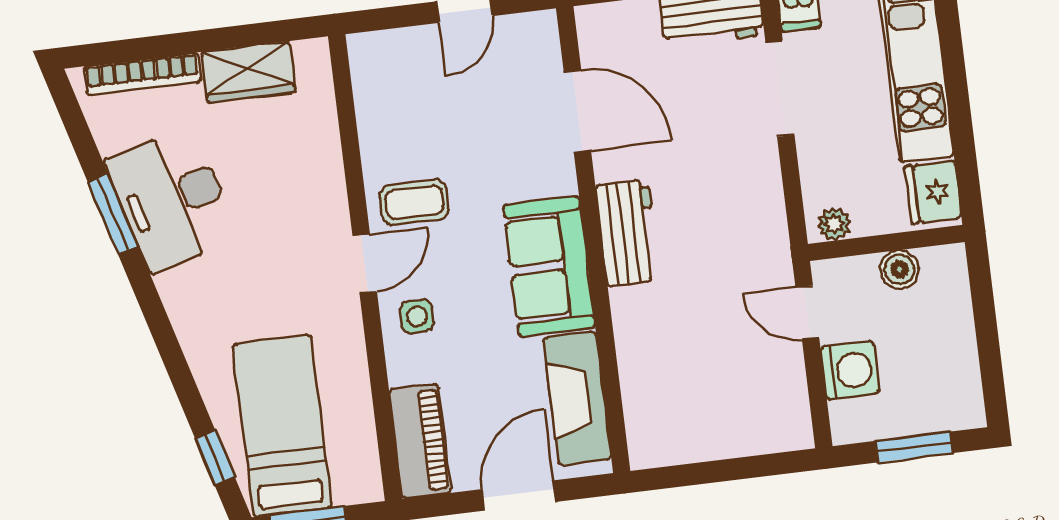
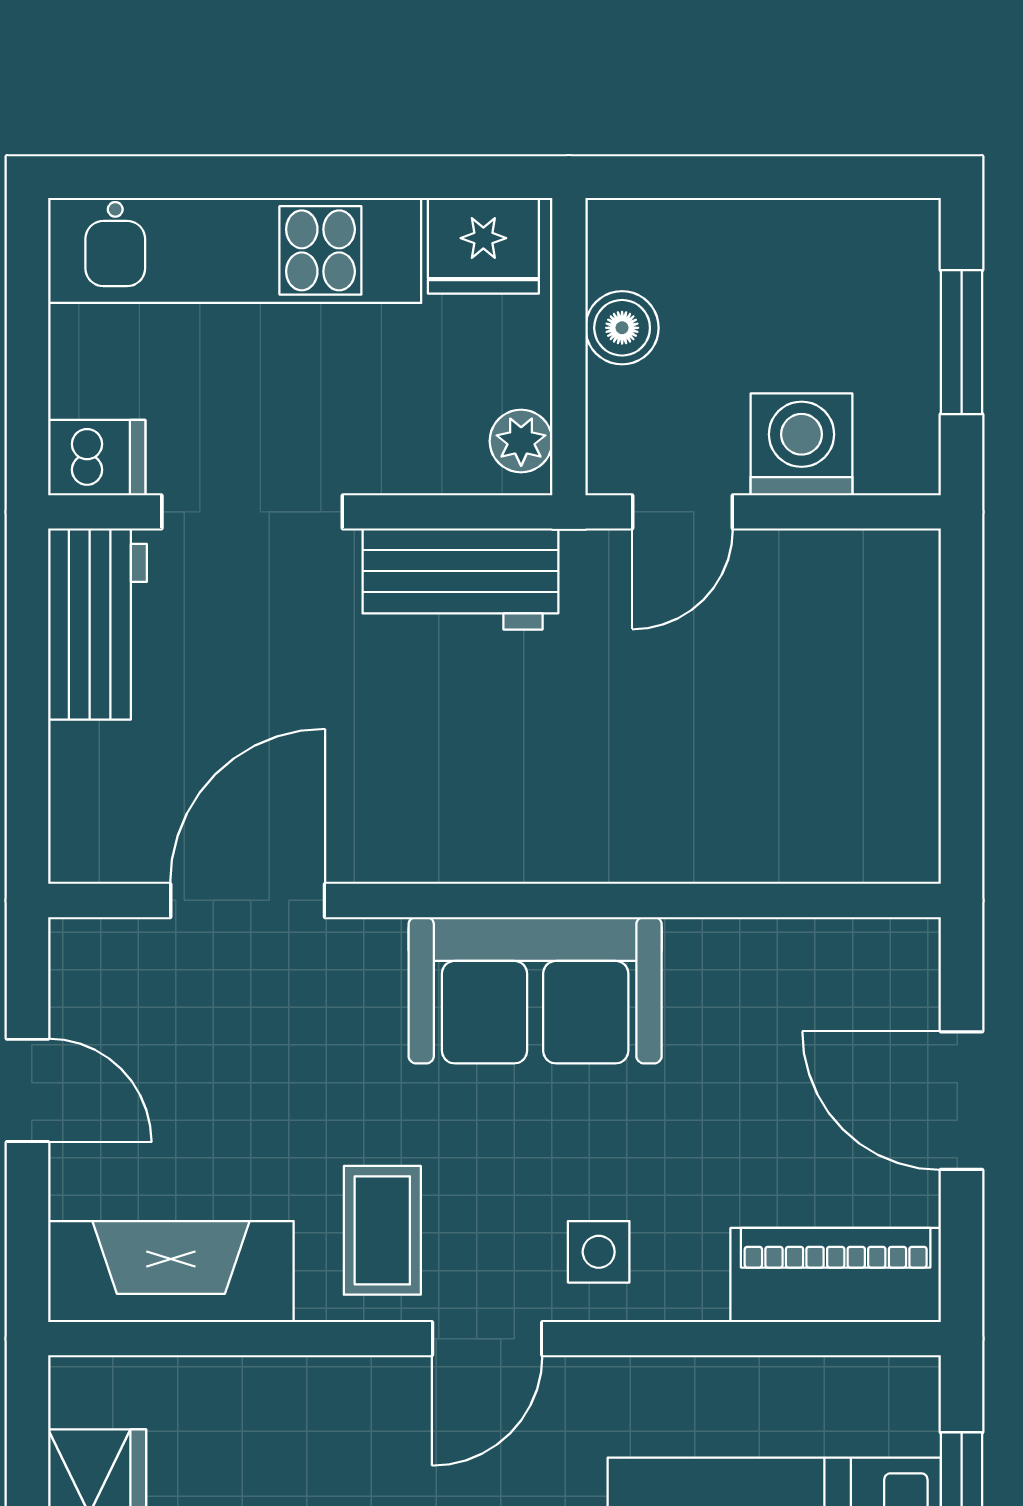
workbench: (628, 233) -> (460, 579), moved, turned 180
door: (365, 264) -> (487, 1339), swing flipped
fireplace: (577, 398) -> (171, 1272), moved, turned 180

